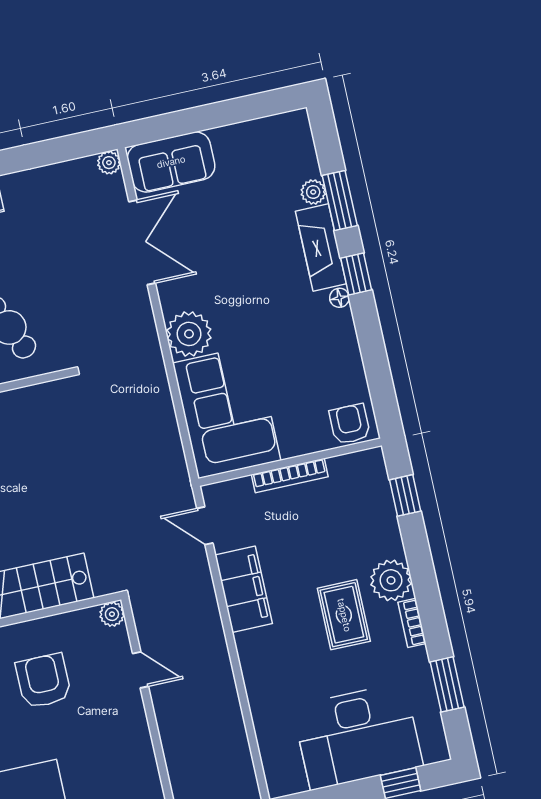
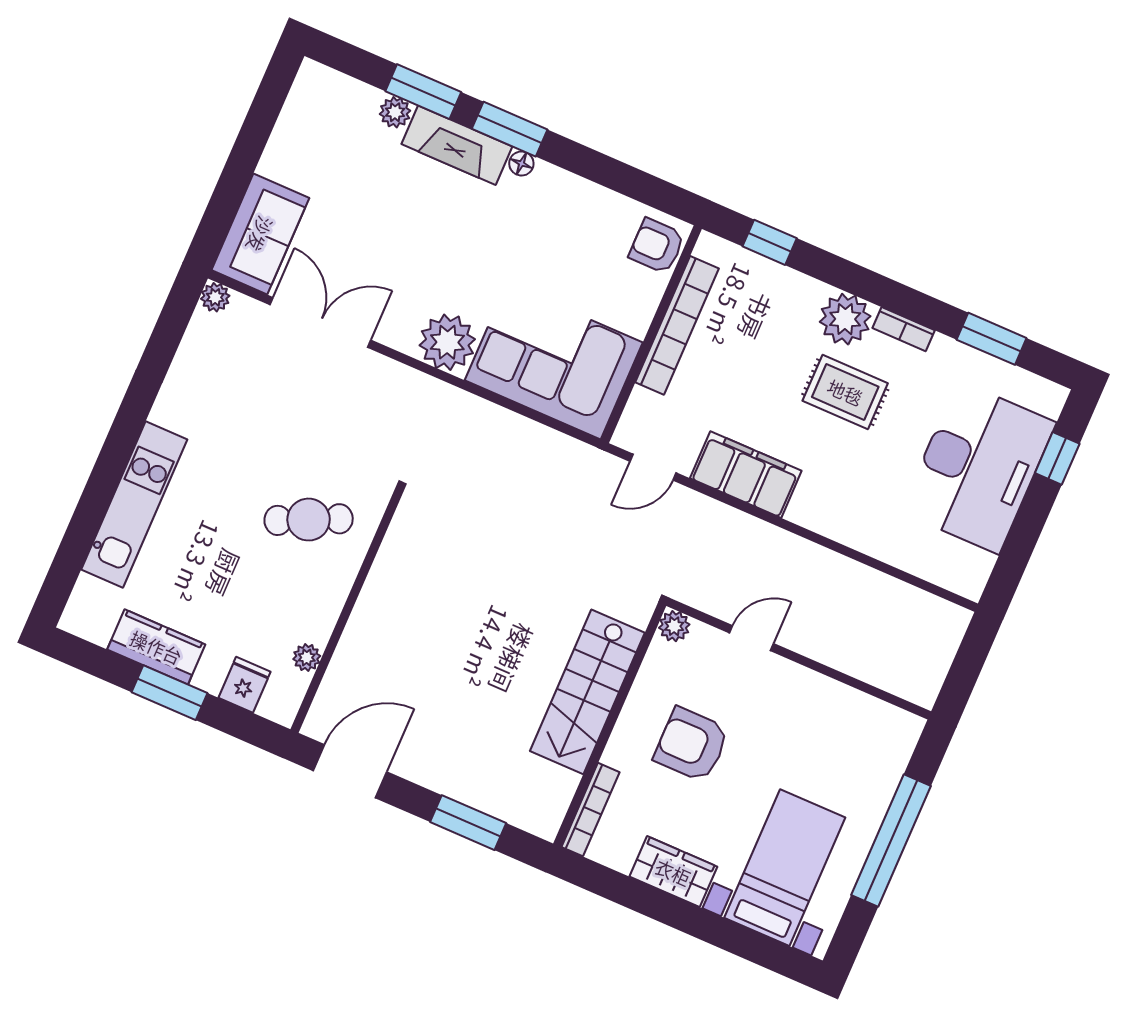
window: (356, 274) -> (510, 129), width x1.50
bookcase: (290, 476) -> (677, 325), width x1.48, depth x1.31

